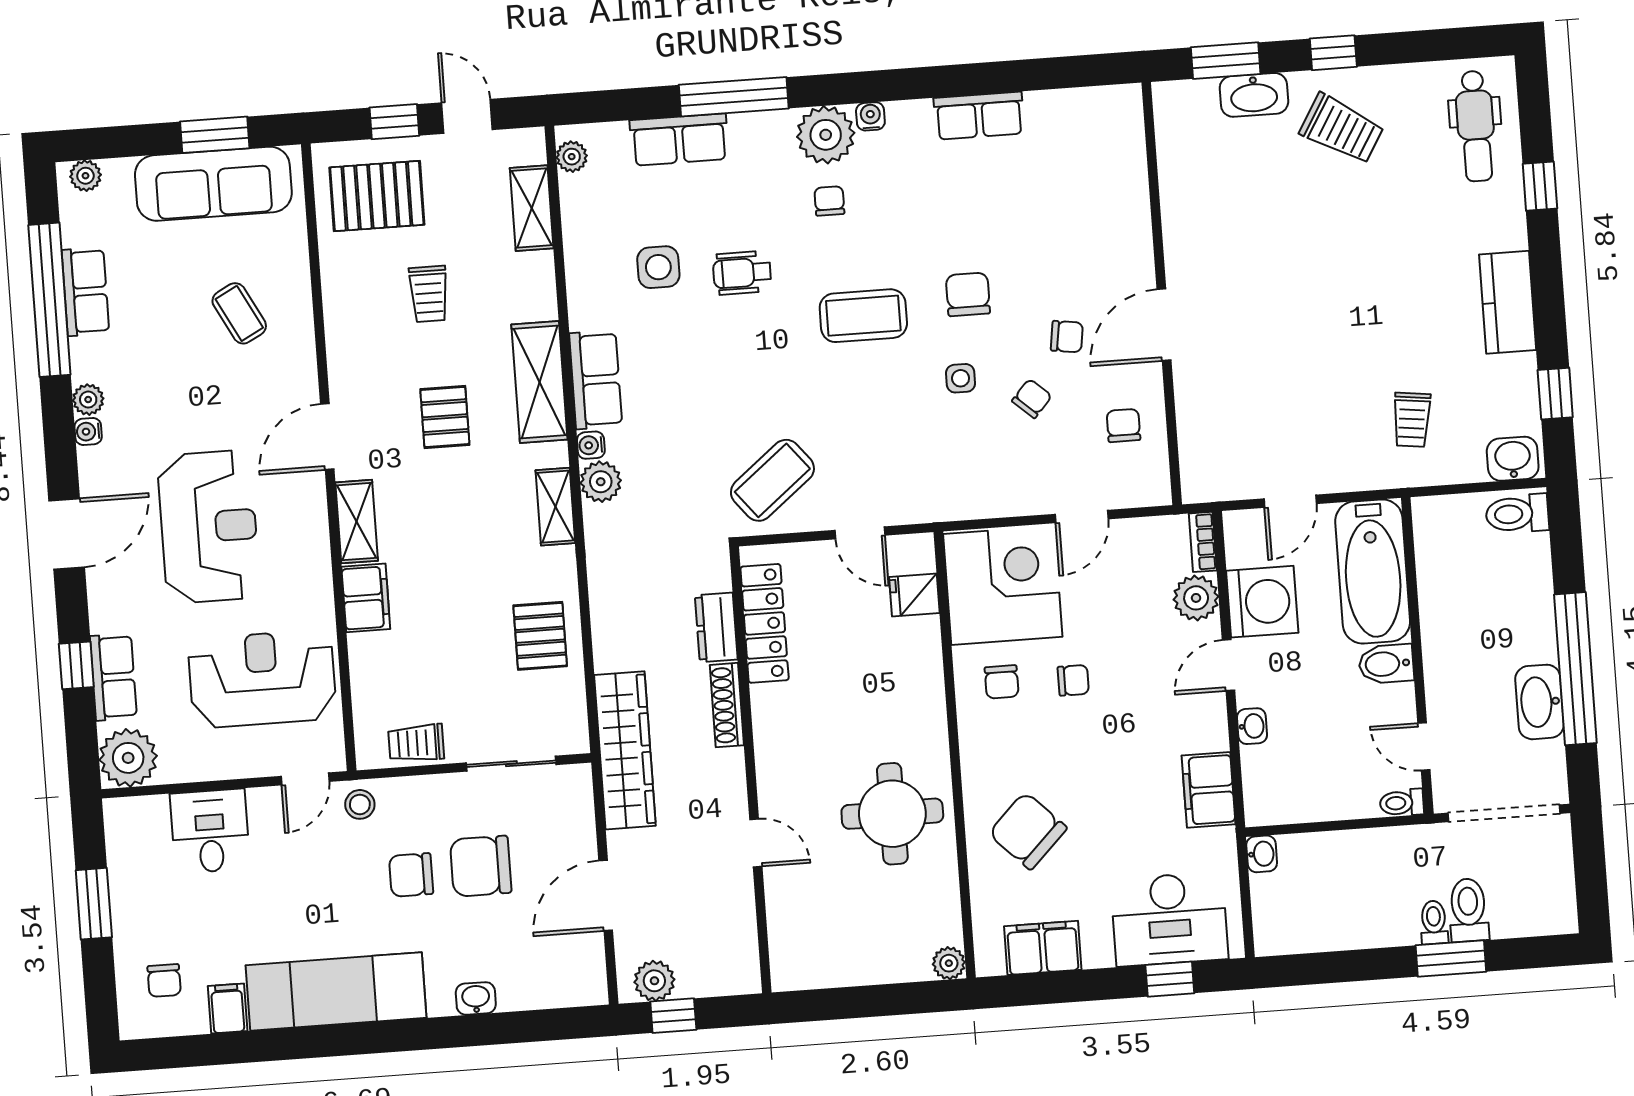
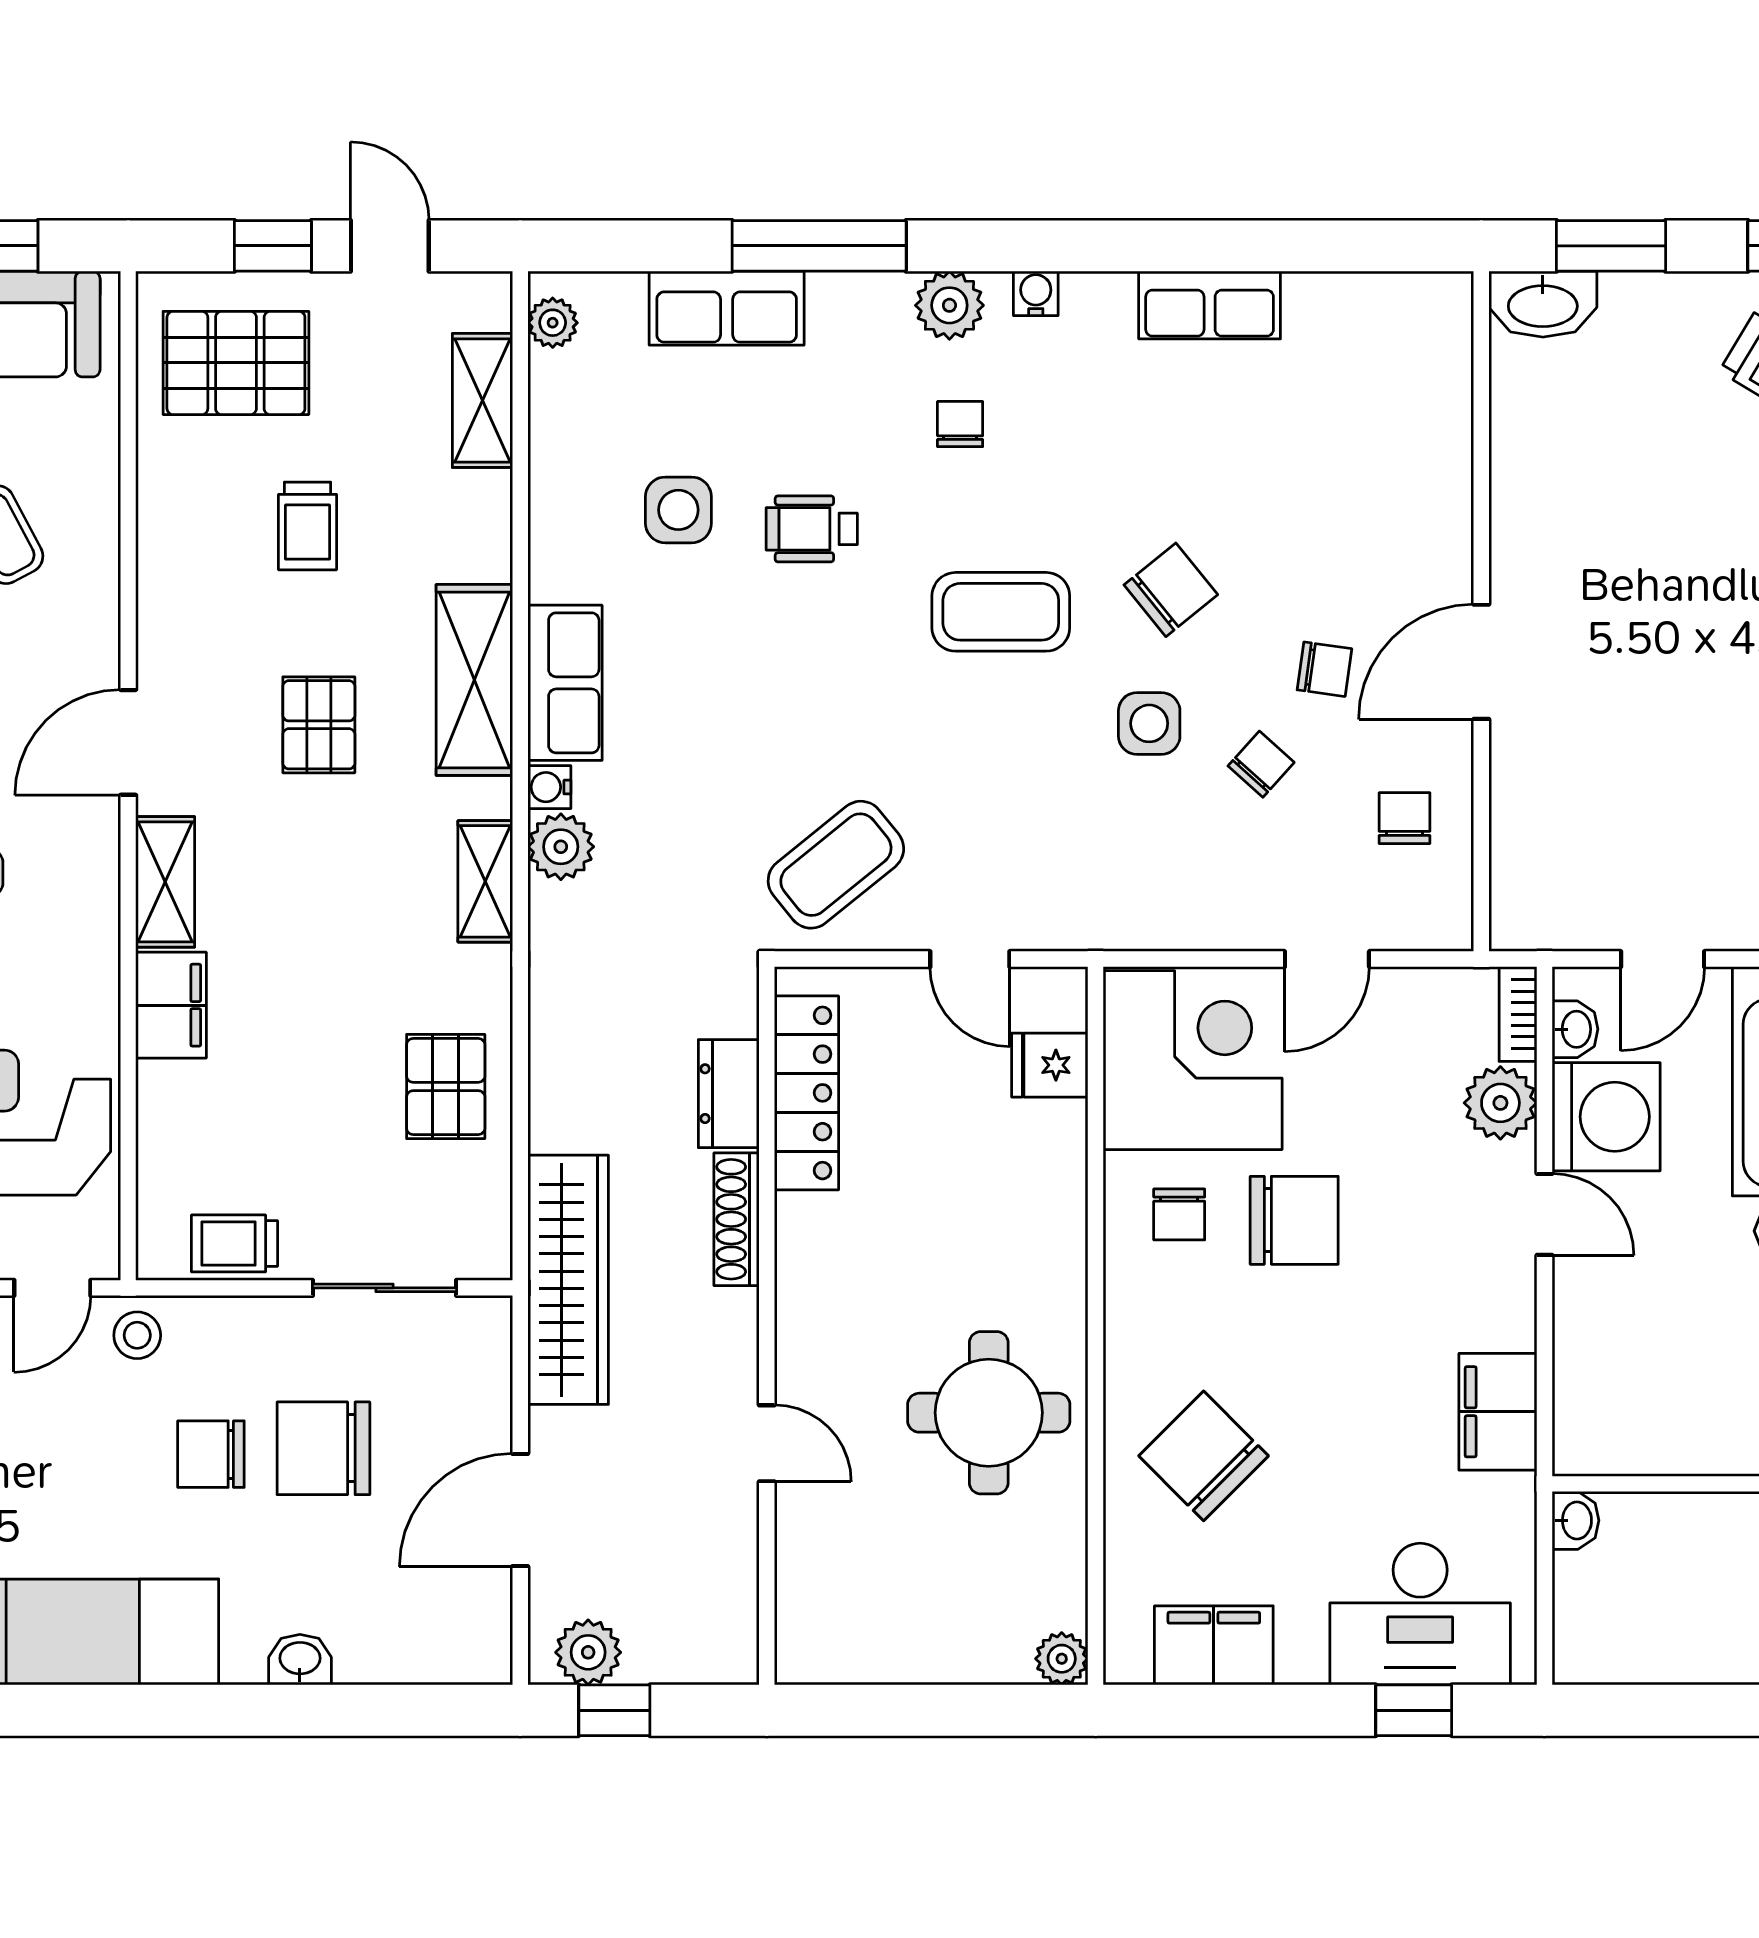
washbasin: (1254, 95) -> (1543, 304), moved
plant: (826, 135) -> (949, 305), width x0.73, depth x0.73
chair: (968, 294) -> (1171, 590), turned 51
side table: (961, 378) -> (1149, 723), width x1.37, depth x1.37
door: (1228, 665) -> (1544, 1214), swing flipped
chair: (1073, 680) -> (1294, 1220), width x1.87, depth x1.87
washbasin: (1252, 726) -> (1575, 1029), moved

